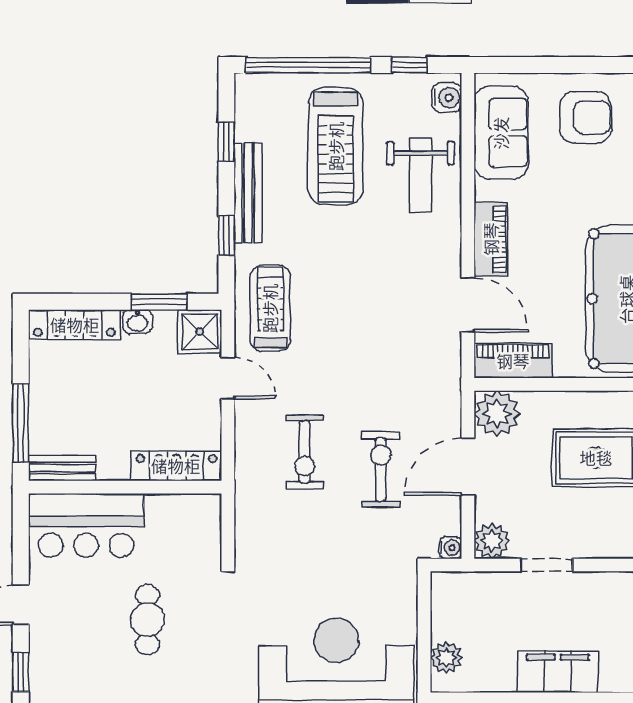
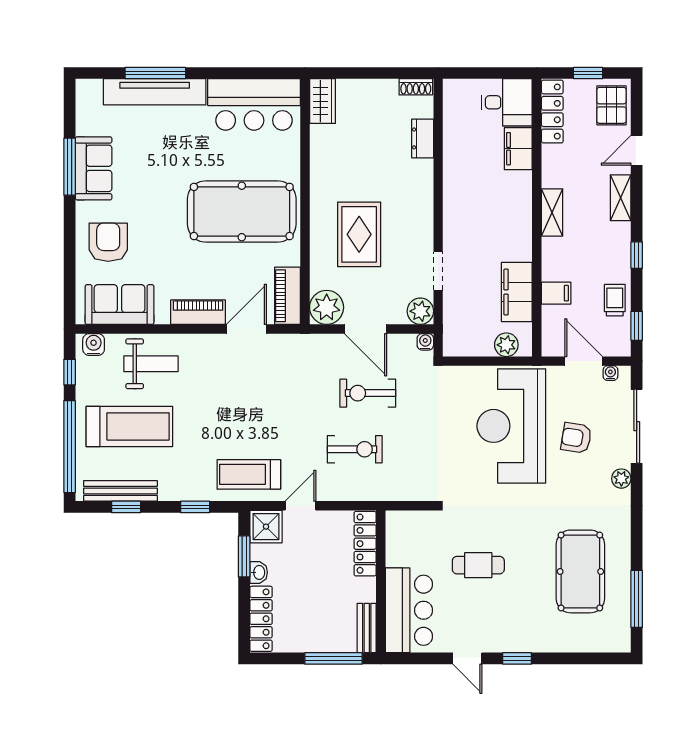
bench: (248, 193) -> (121, 491), moved
filing cabinet: (558, 672) -> (517, 292), moved

